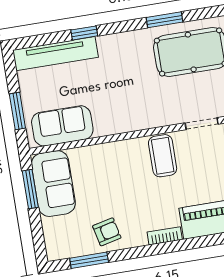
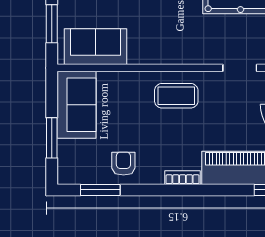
coffee table: (163, 156) -> (176, 96), moved, turned 90
window: (30, 189) -> (52, 138), moved
armchair: (107, 232) -> (123, 164), turned -77

